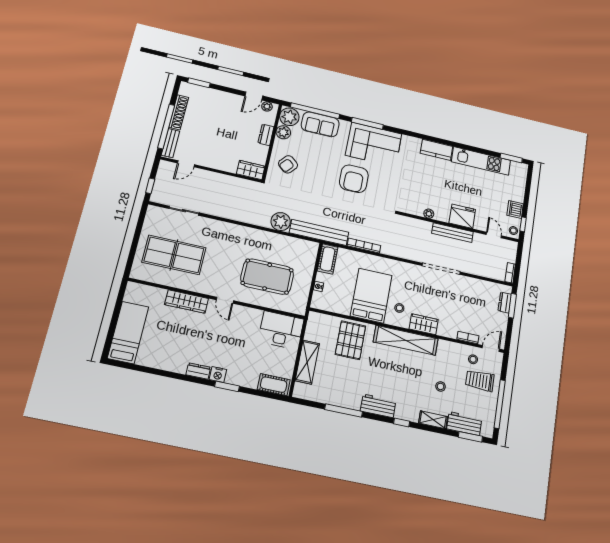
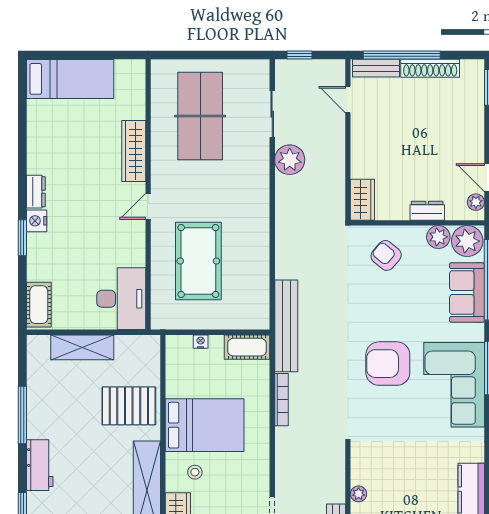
plant: (281, 222) -> (290, 160), moved

